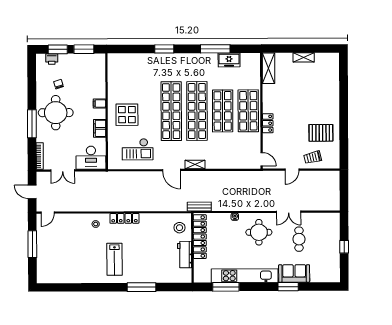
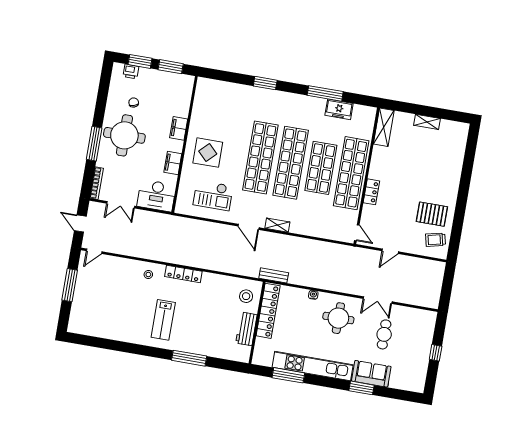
filing cabinet: (99, 104) -> (179, 128), width x2.00
shop shelf: (248, 111) -> (351, 173), width x1.40
trolley: (313, 157) -> (436, 240), moved

